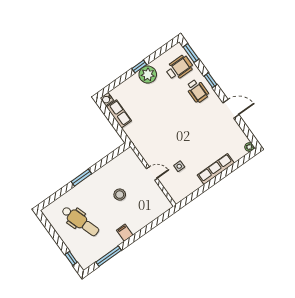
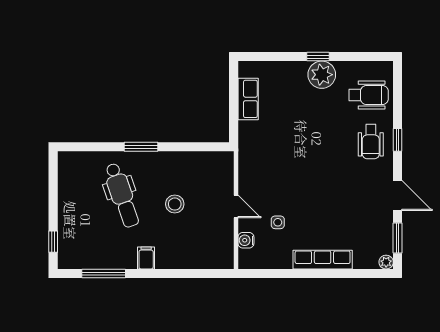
window: (191, 53) -> (398, 238), moved
water cooler: (107, 99) -> (246, 240), moved
dental chair: (80, 221) -> (122, 195), moved

